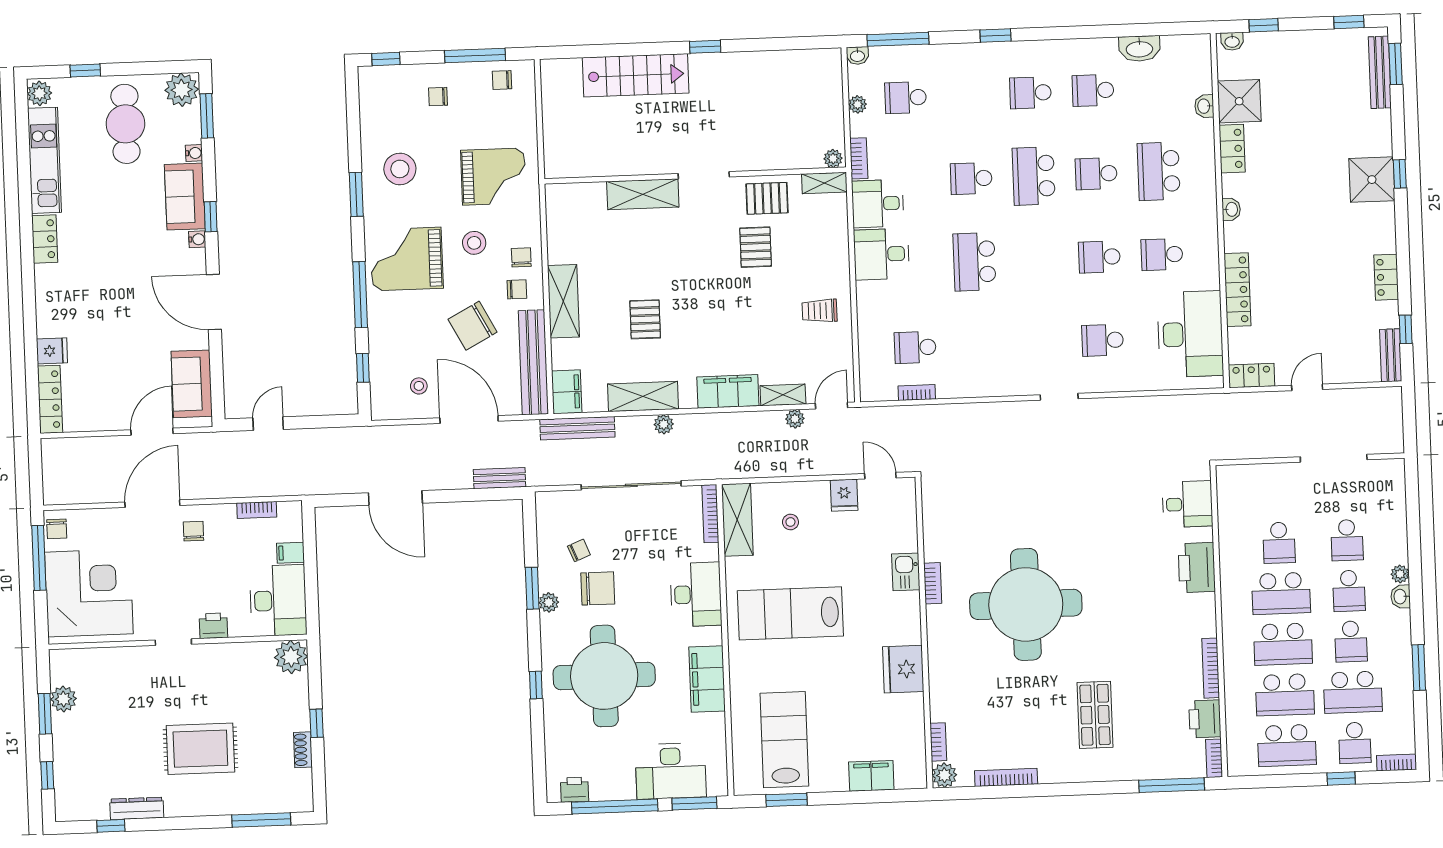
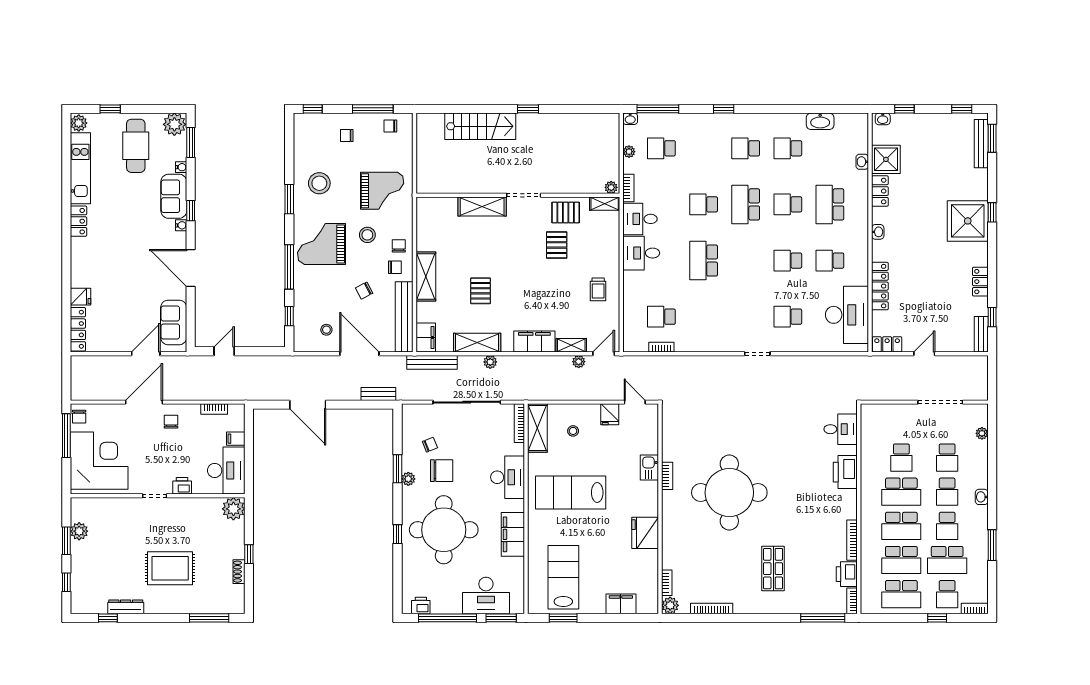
shower: (1372, 180) -> (968, 221), width x1.37, depth x1.37
trolley: (820, 311) -> (598, 289), turned -90
chair: (473, 326) -> (364, 291), width x0.54, depth x0.54
plant: (1400, 574) -> (982, 433), moved

